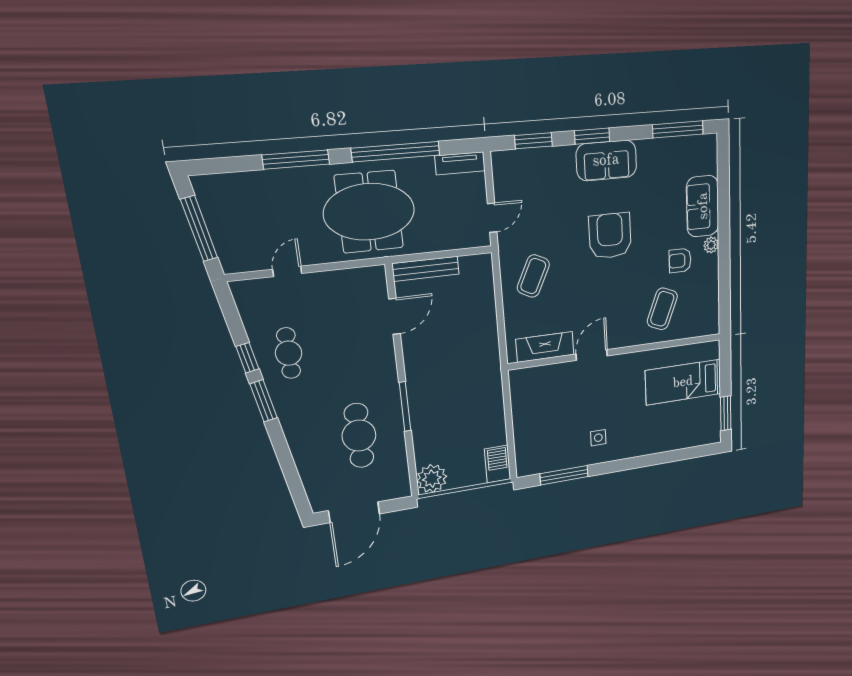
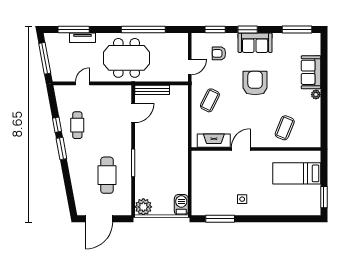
window: (296, 159) -> (74, 30), moved
tv unit: (460, 163) -> (82, 38), moved
armchair: (680, 260) -> (219, 53), moved

